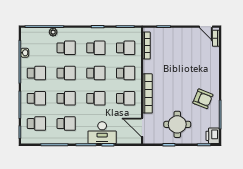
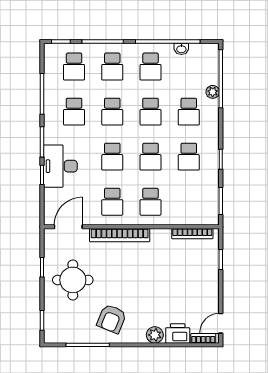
school desk: (126, 48) -> (189, 202), removed
plant: (214, 70) -> (155, 335), added
printer: (213, 136) -> (178, 333), moved

